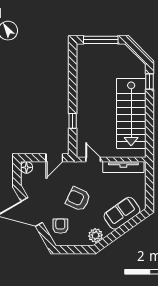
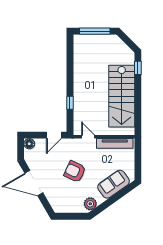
armchair: (60, 226) -> (59, 195), removed

